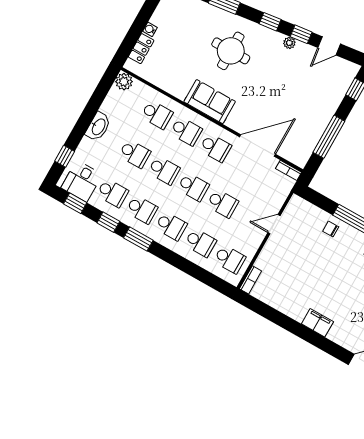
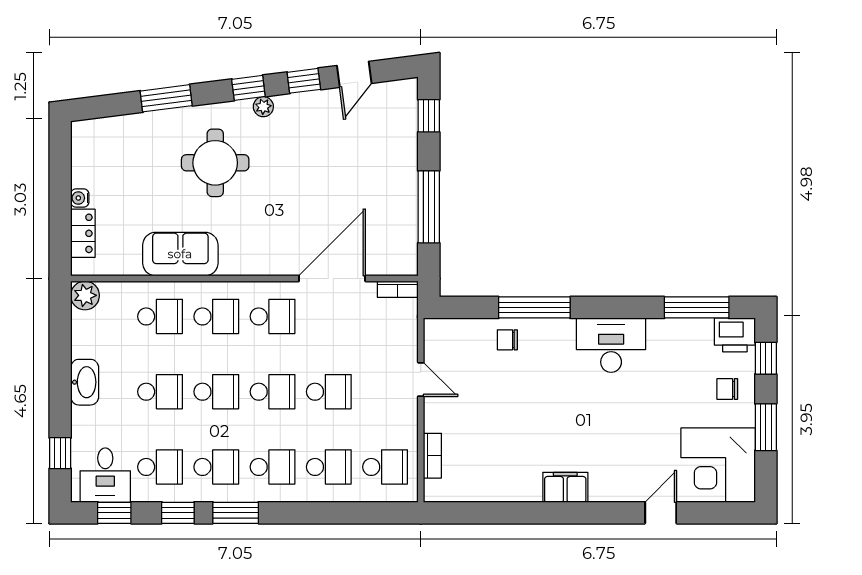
plant: (289, 43) -> (263, 107), moved
sofa: (210, 102) -> (180, 254), moved
door: (274, 224) -> (421, 379), swing flipped
bookcase: (250, 280) -> (432, 456), moved

